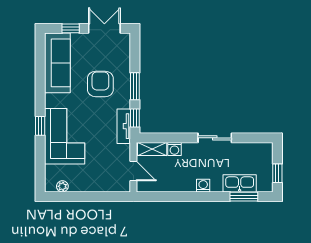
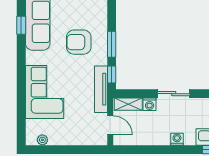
armchair: (100, 84) -> (79, 42), turned -90
window: (40, 126) -> (21, 25), moved
tv unit: (124, 126) -> (101, 89), width x1.41
sliding door: (215, 138) -> (174, 94), moved

